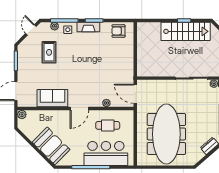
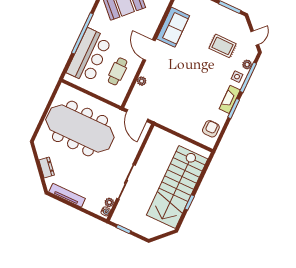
door: (31, 30) -> (255, 38), hinge flipped
stairs: (186, 31) -> (177, 187), width x1.36, depth x1.51
door: (135, 94) -> (137, 116), swing flipped

